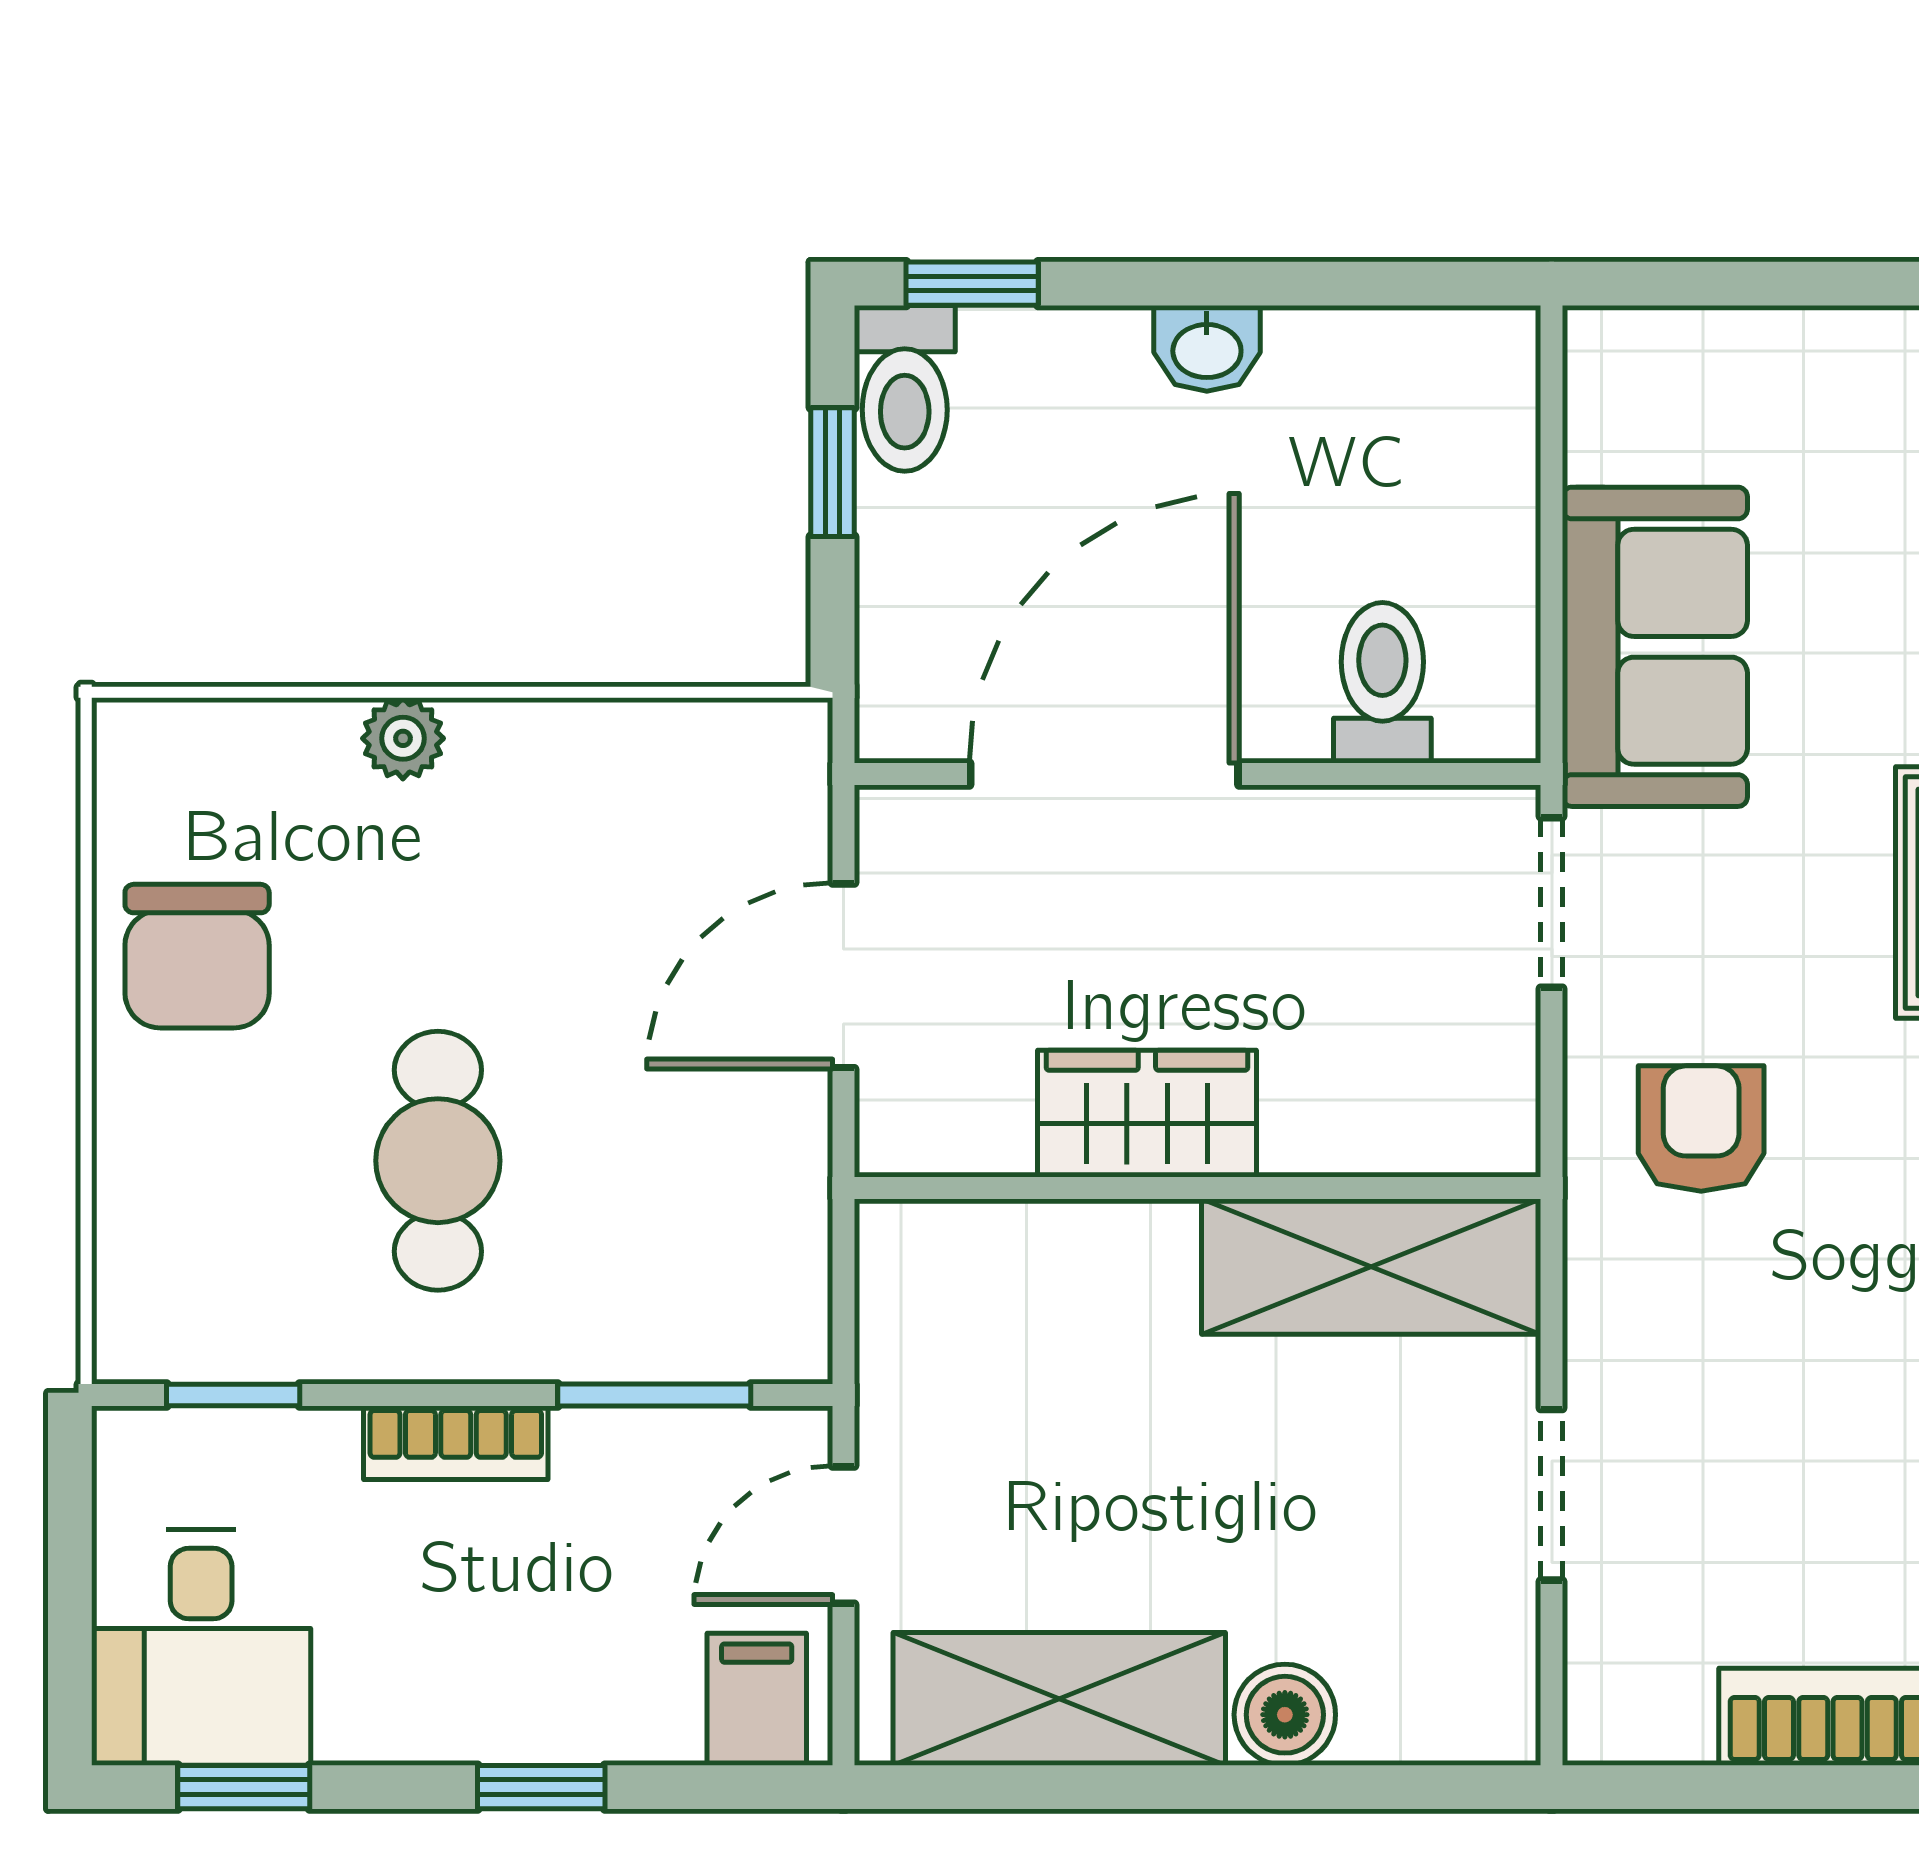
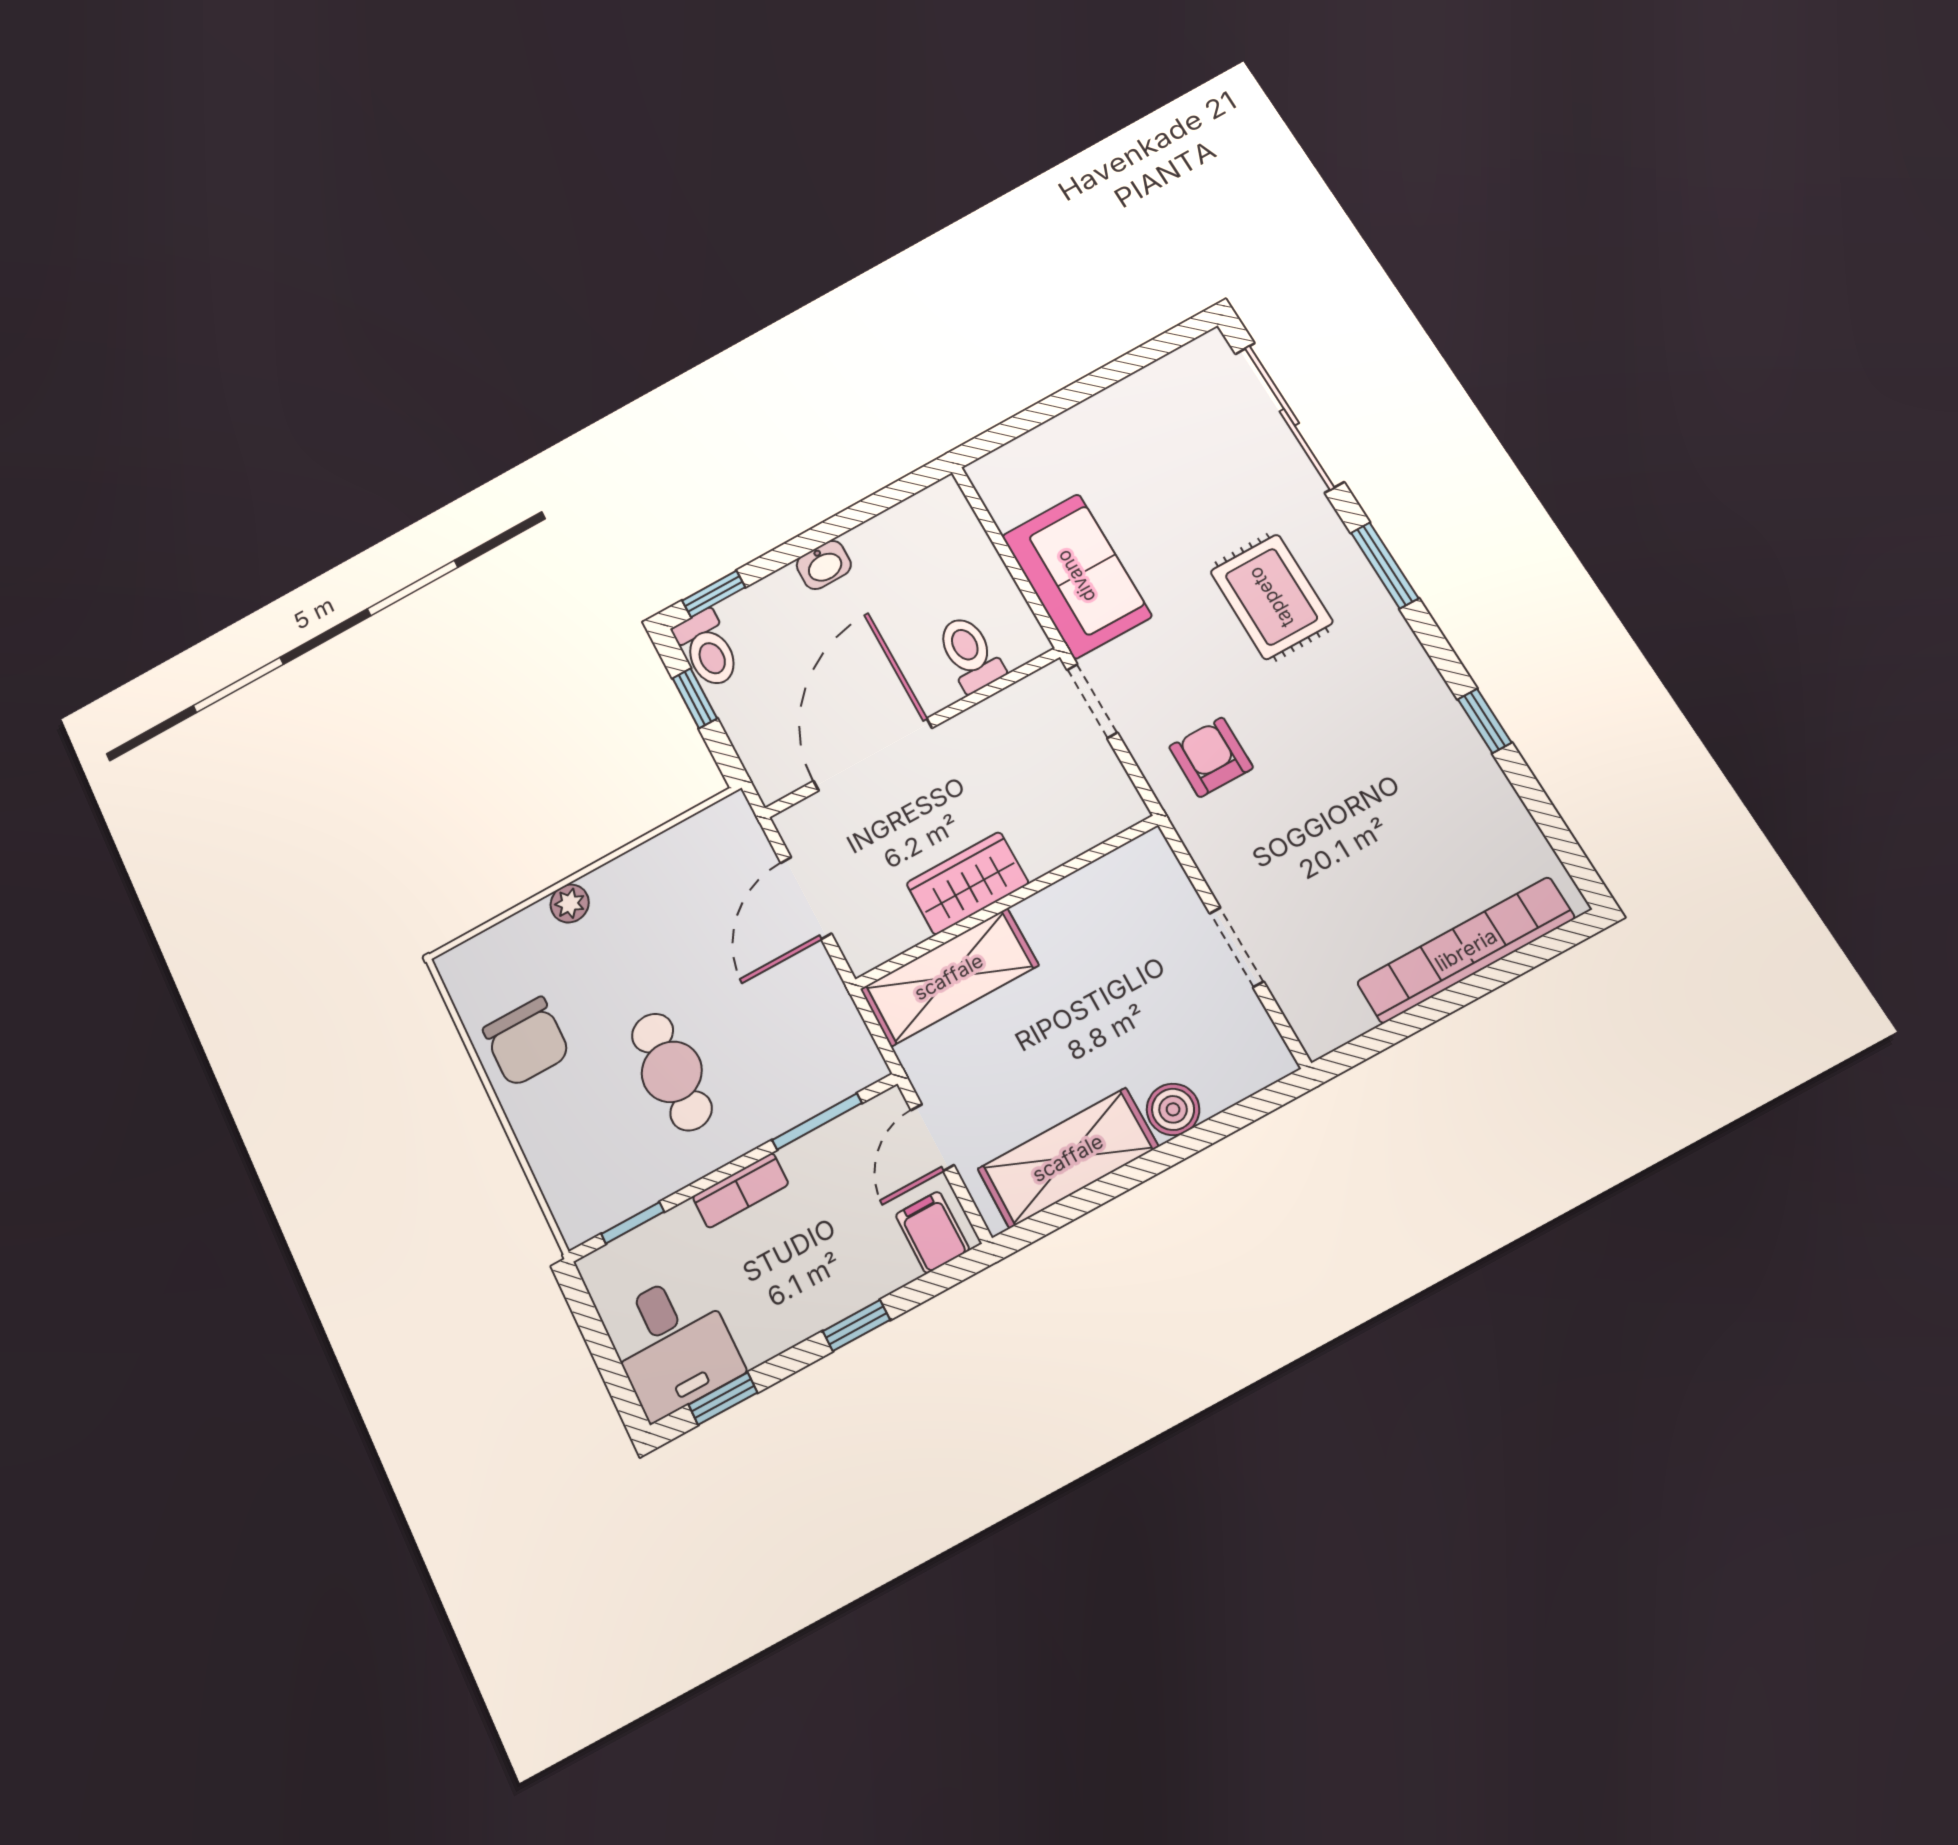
shelving: (1371, 1267) -> (949, 977), moved

